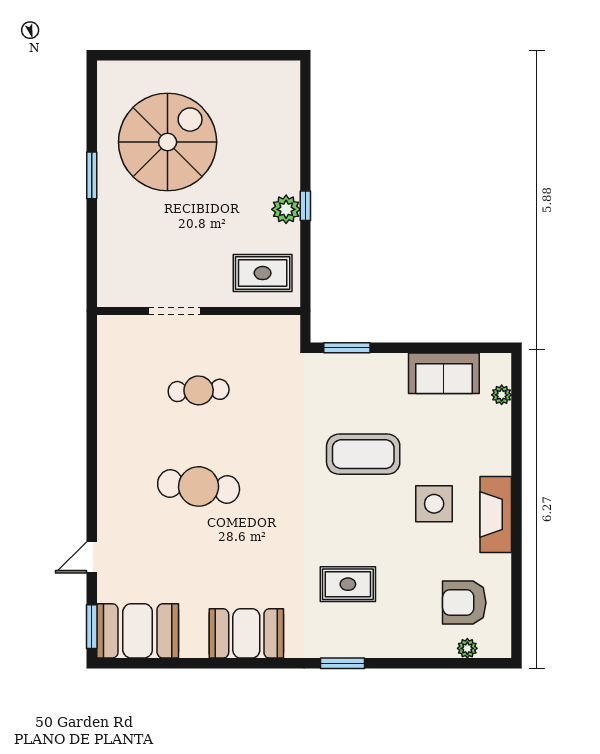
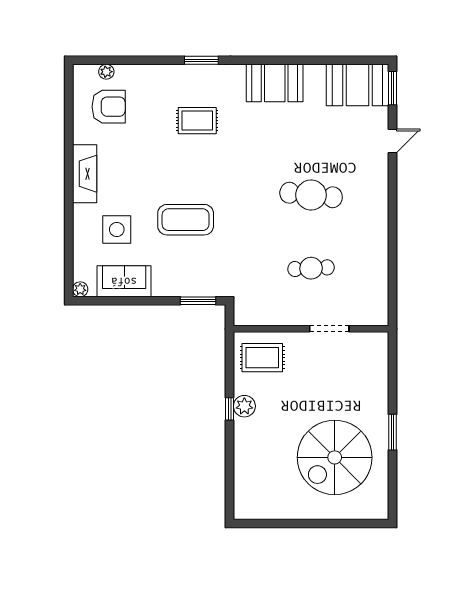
plant: (502, 395) -> (80, 289), moved
side table: (434, 504) -> (117, 229), moved

